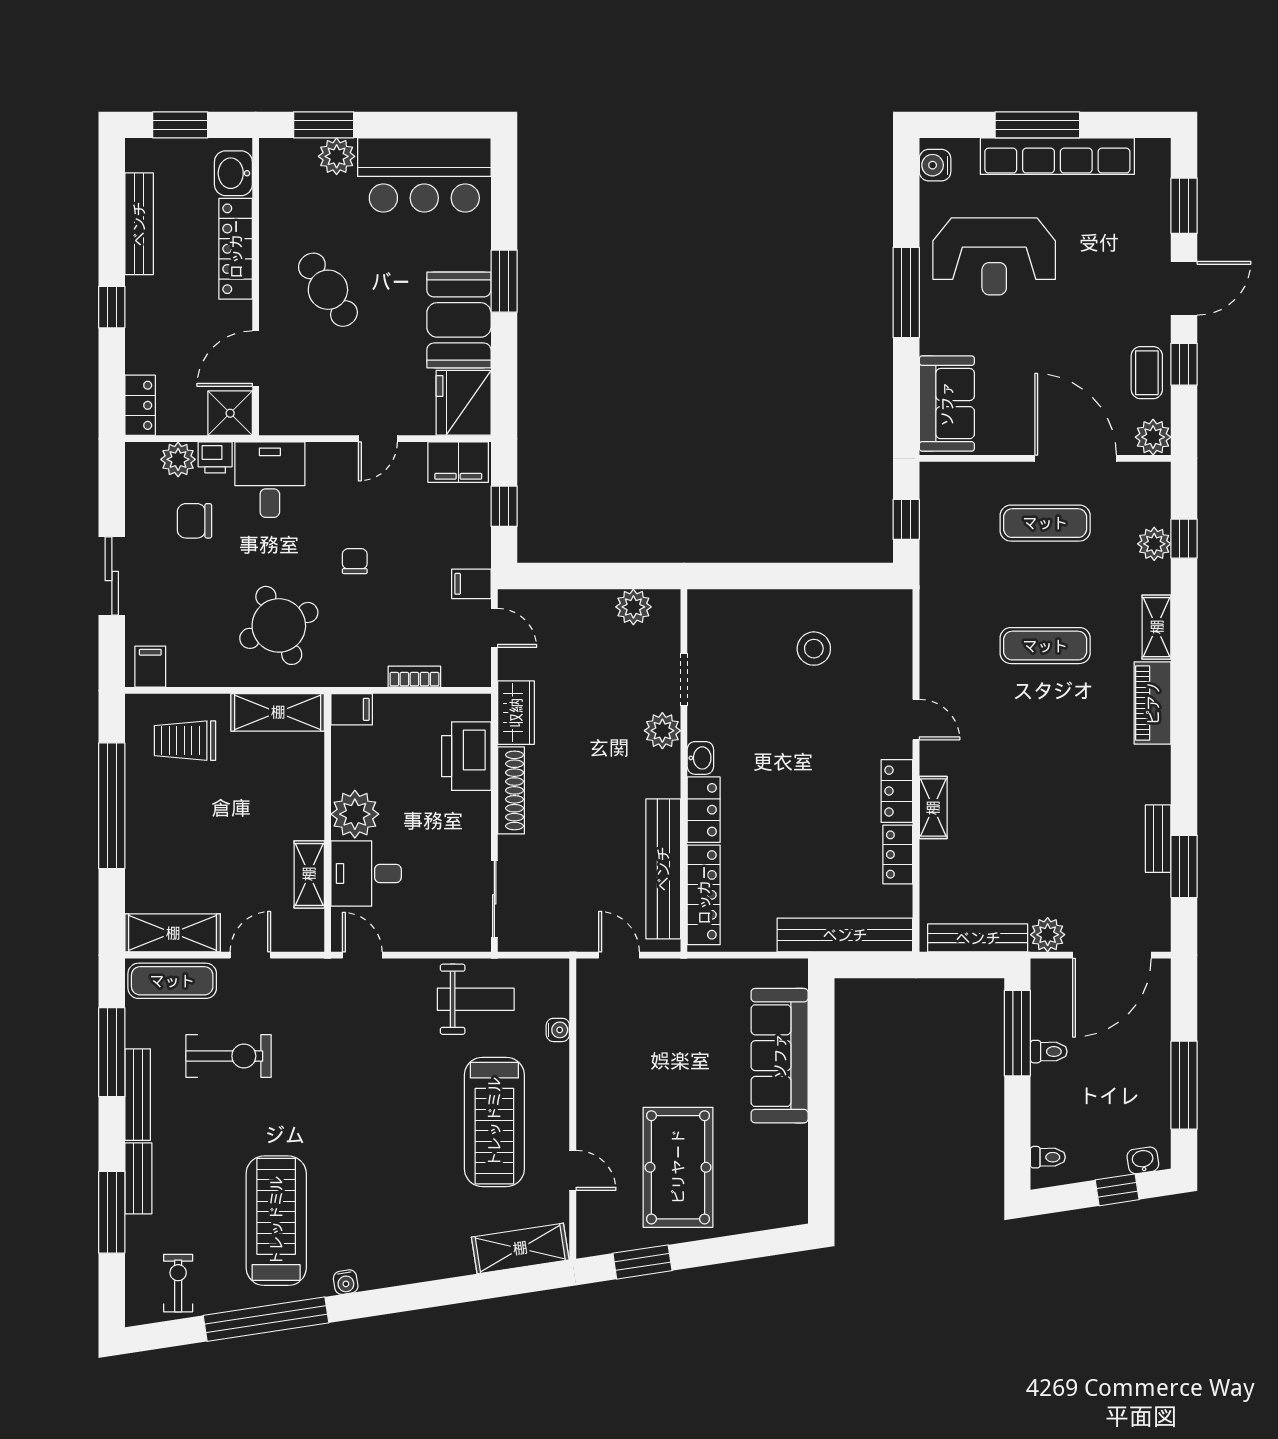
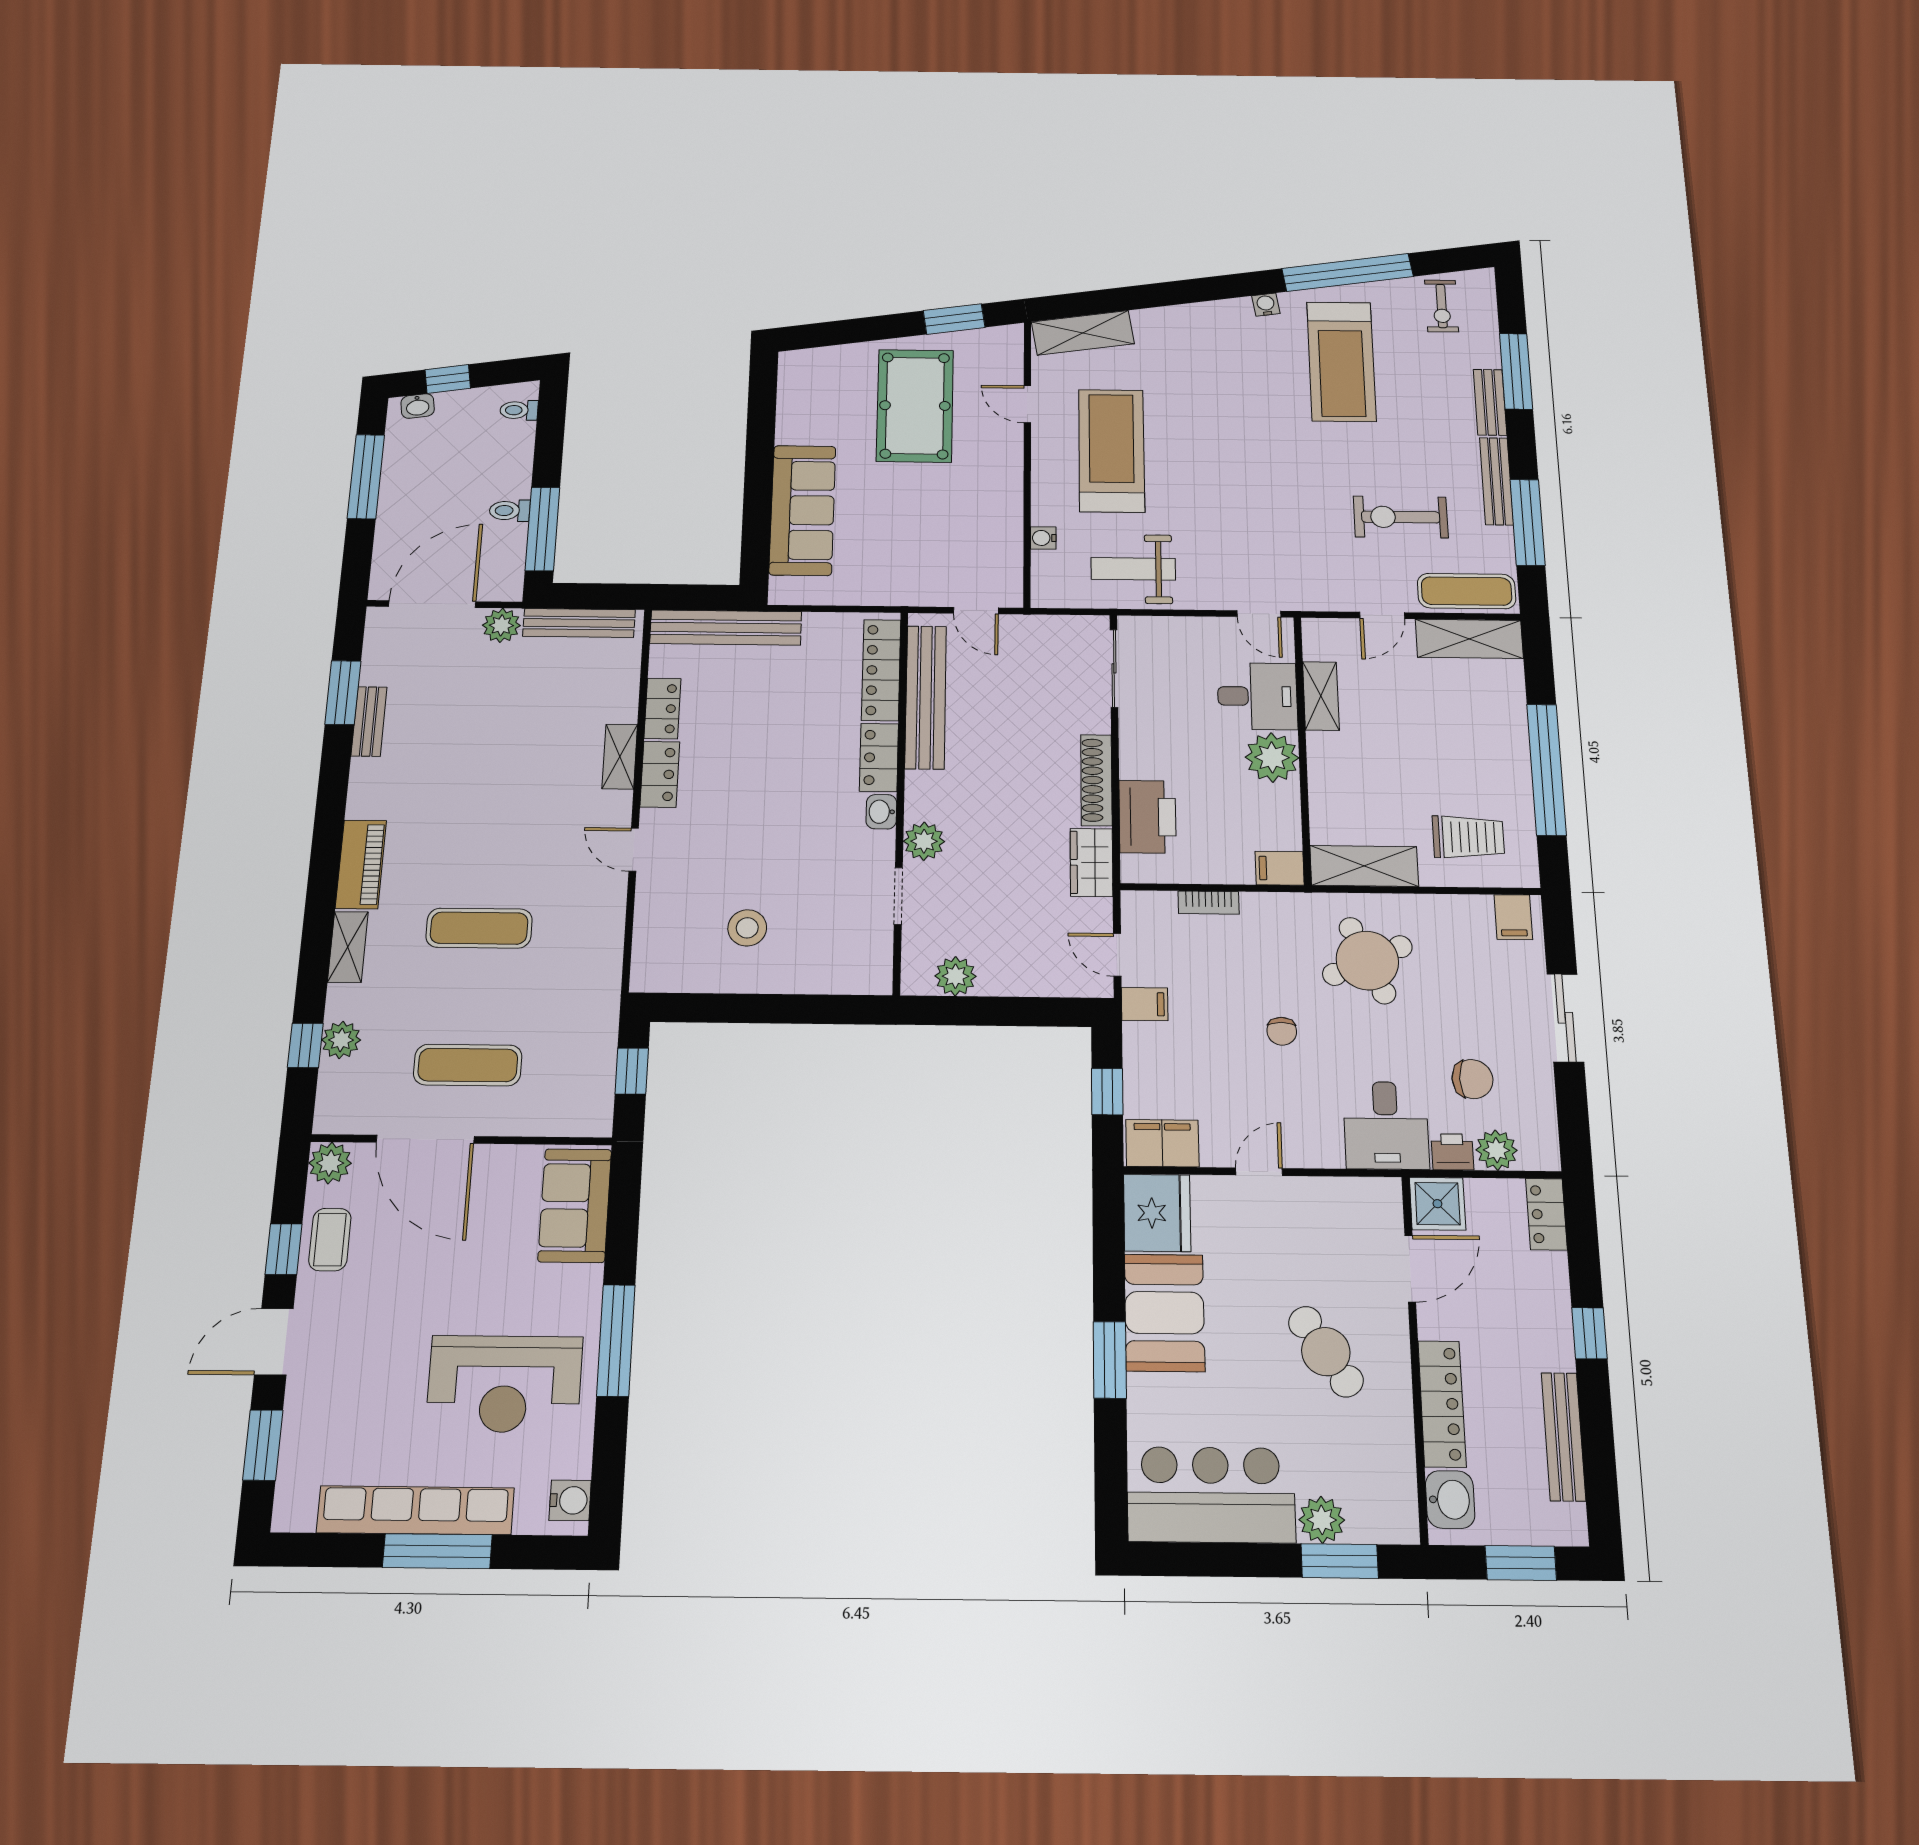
reception desk: (994, 256) -> (504, 1384), turned 180

